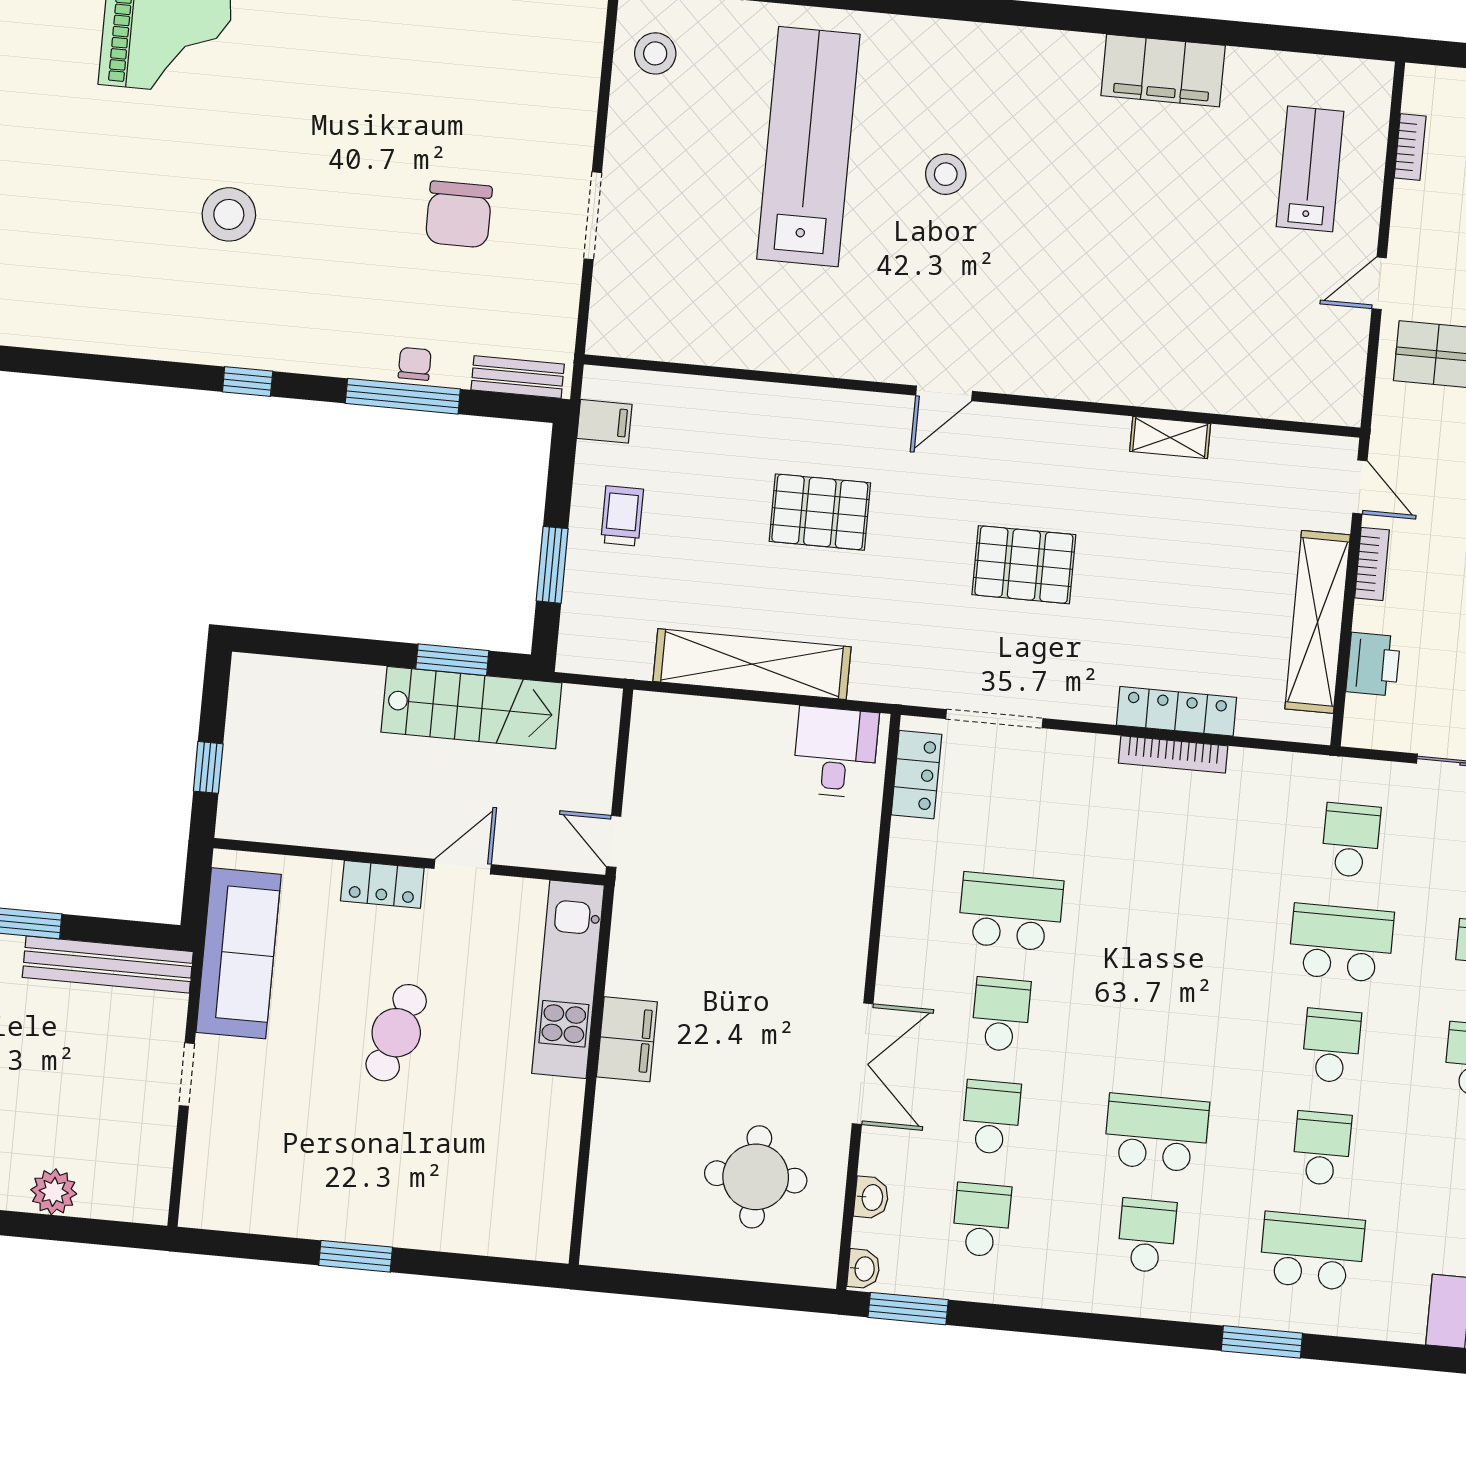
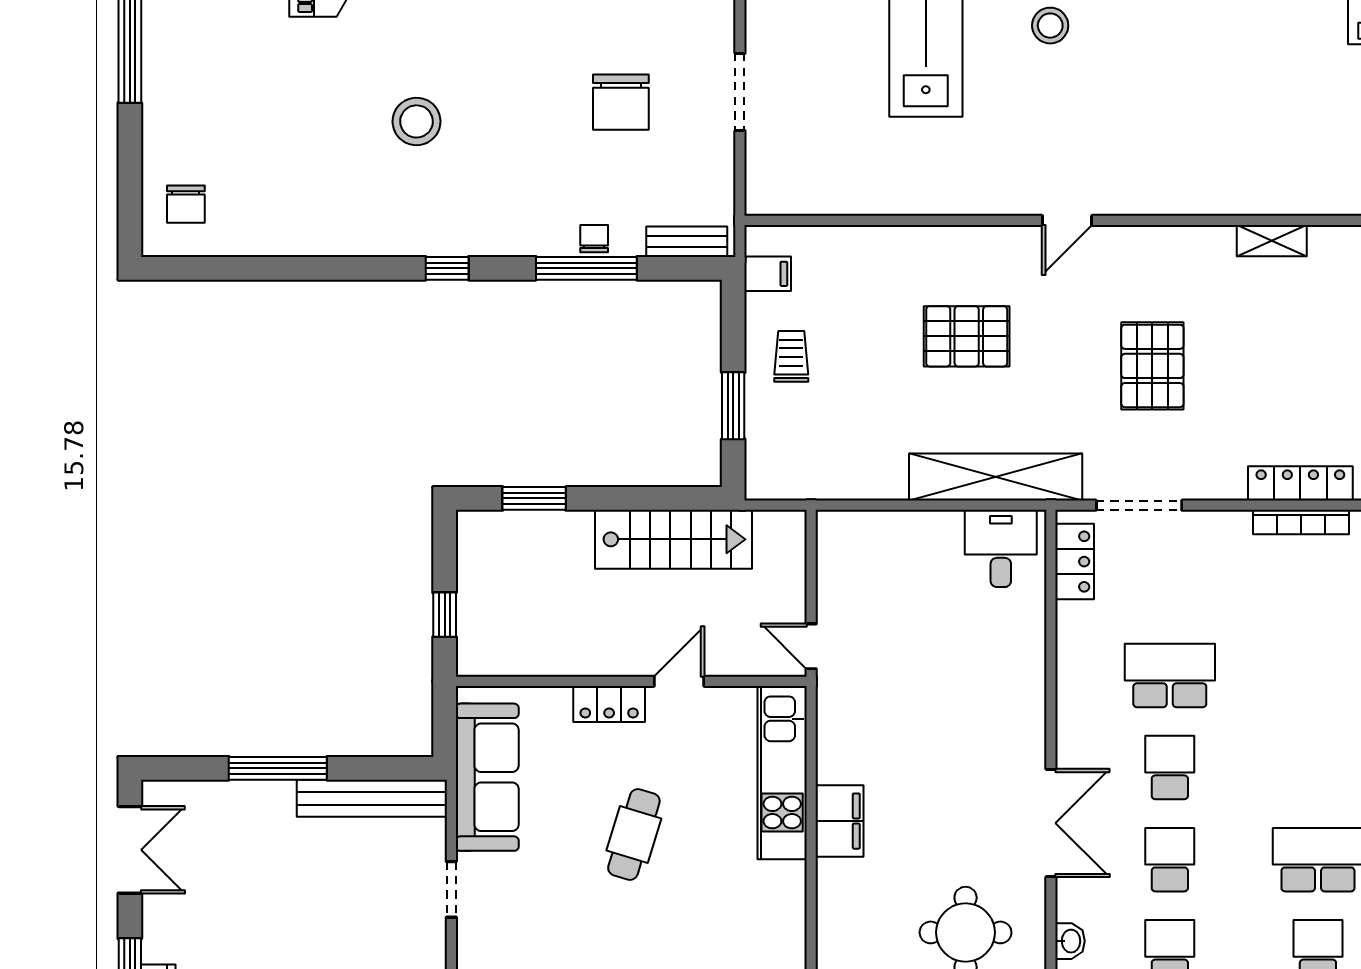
pallet: (1024, 565) -> (1152, 366), turned 90
window: (452, 660) -> (534, 498), moved
shelving: (752, 664) -> (996, 477), moved

